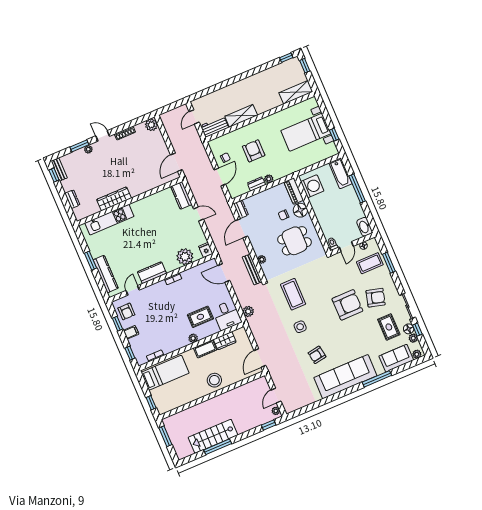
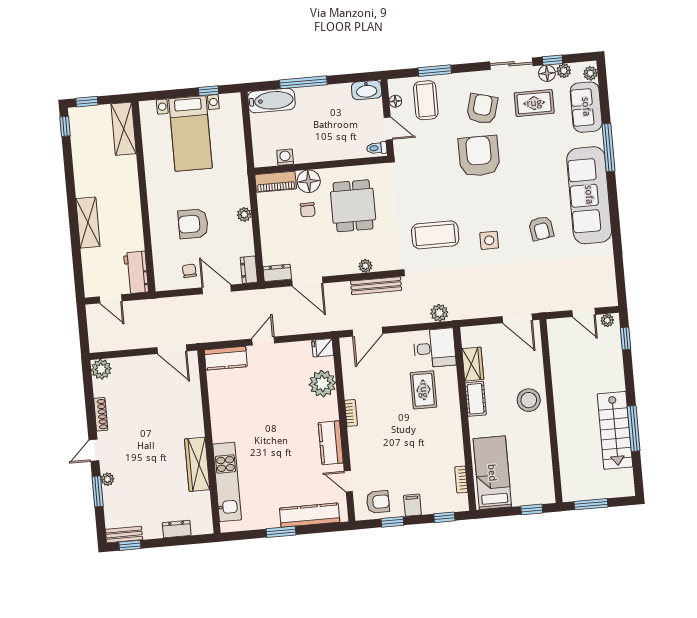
shelving: (241, 116) -> (88, 223), moved
dresser: (256, 184) -> (249, 270), moved
washing machine: (312, 186) -> (285, 157), width x0.53, depth x0.53
plant: (193, 338) -> (453, 412), removed

